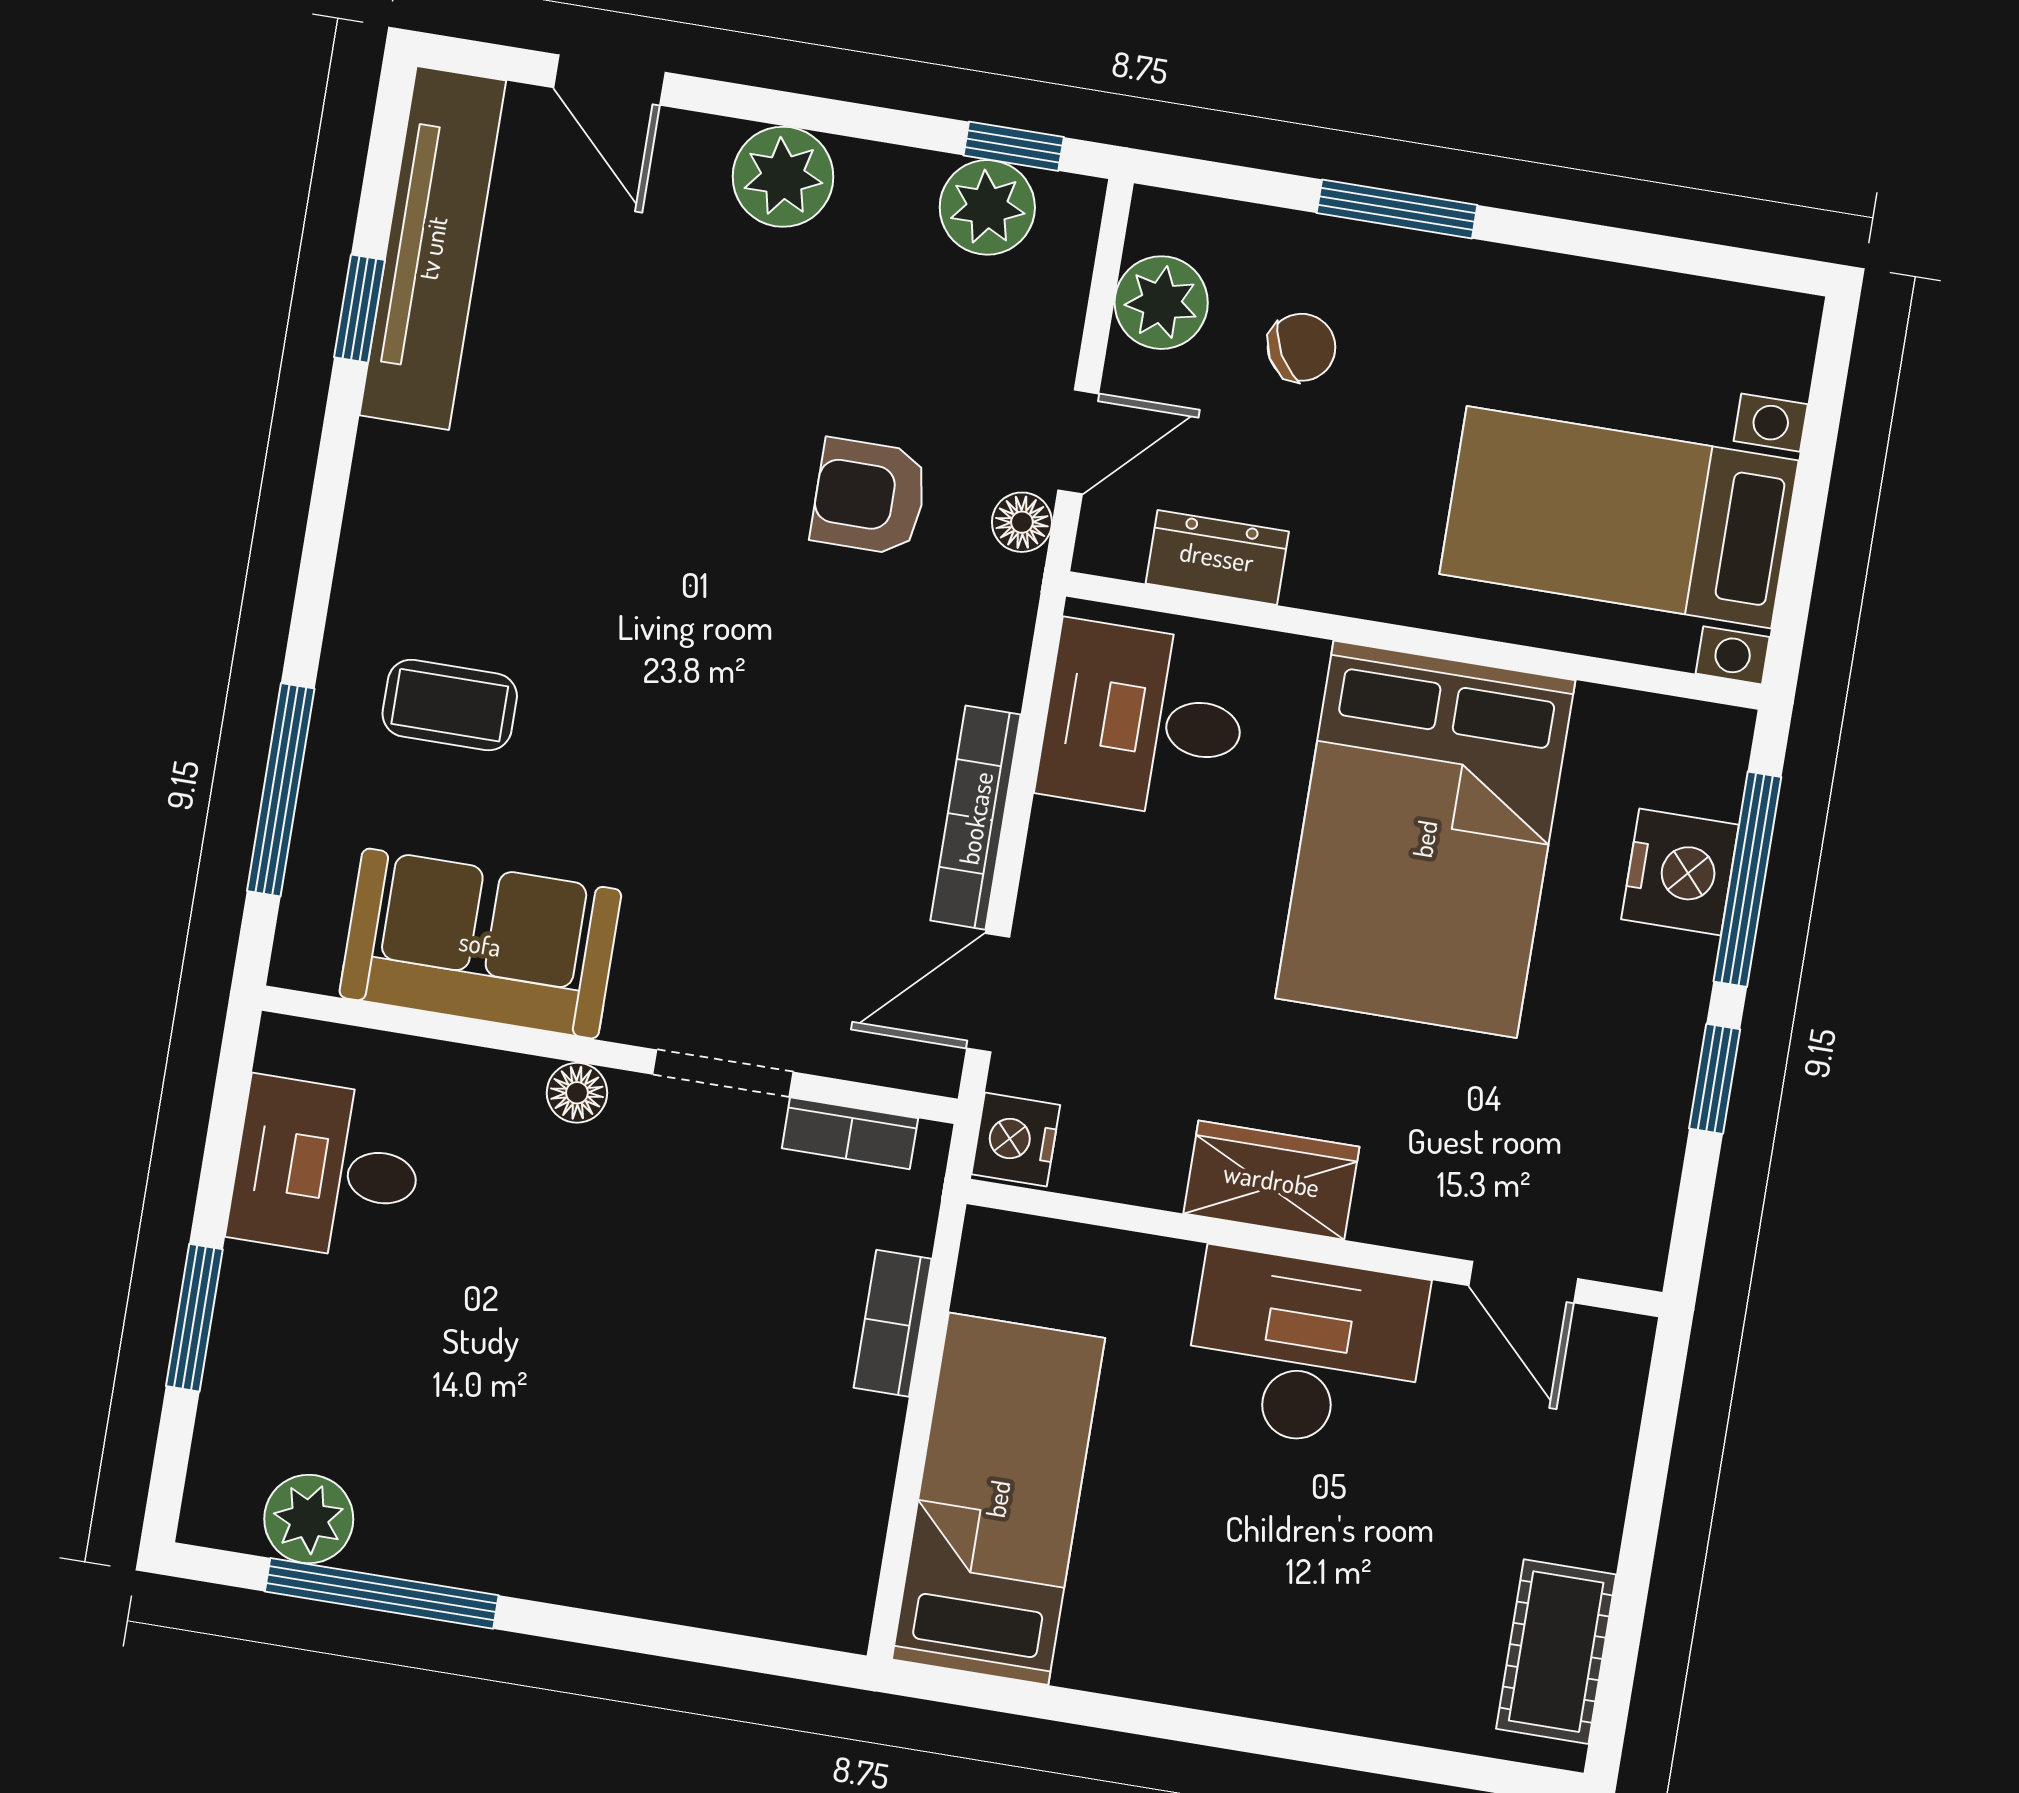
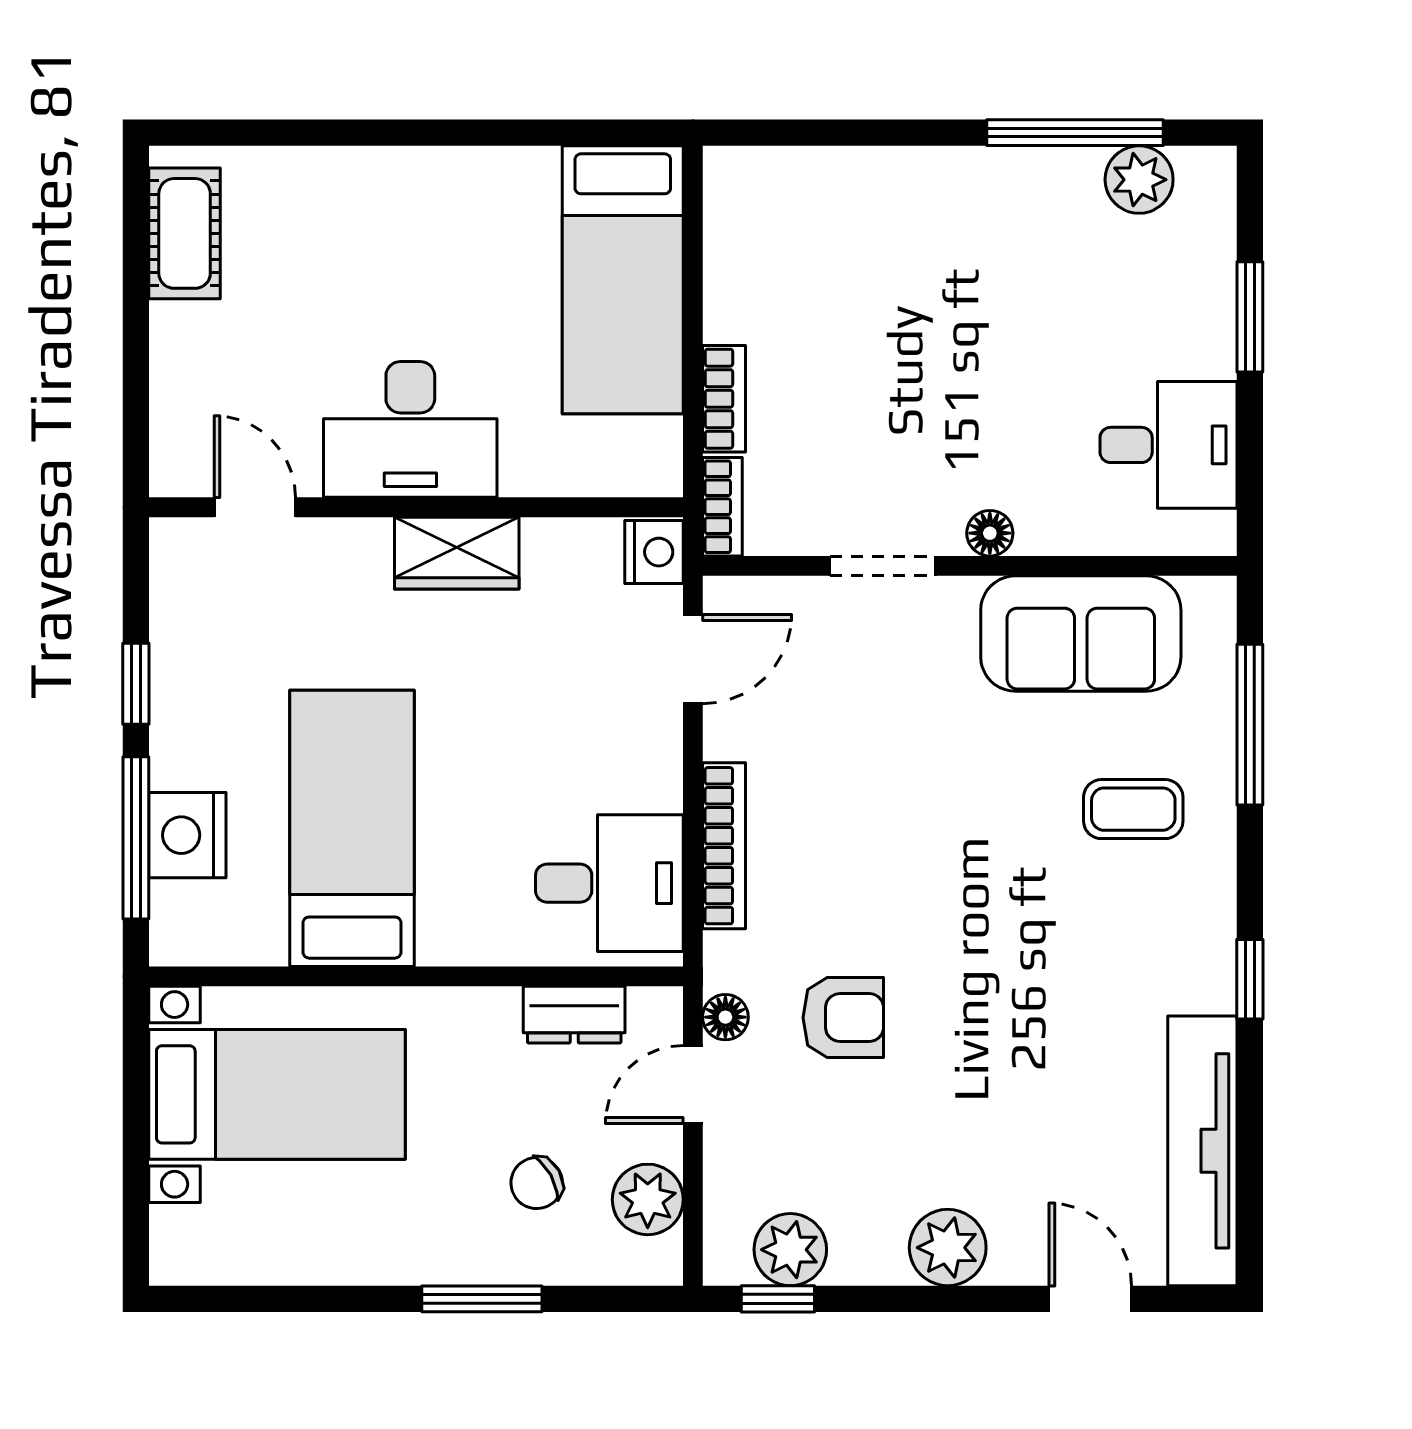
window: (360, 309) -> (1250, 979), moved
bookcase: (976, 818) -> (724, 846), moved
bed: (1425, 839) -> (352, 828), width x0.67
bookcase: (850, 1133) -> (722, 507), moved, turned 90

